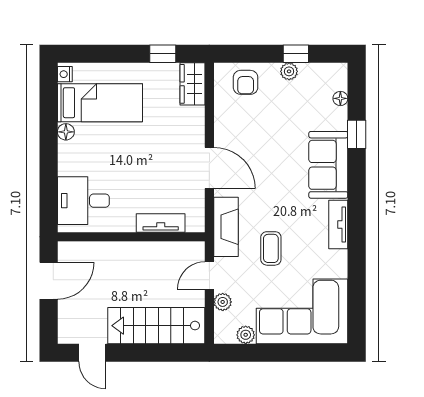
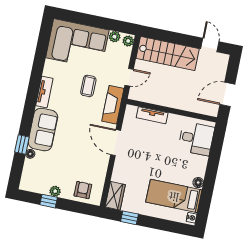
floor lamp: (340, 98) -> (30, 154), moved
plant: (223, 302) -> (128, 41), moved

